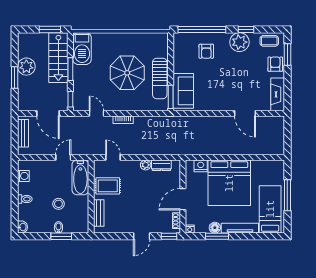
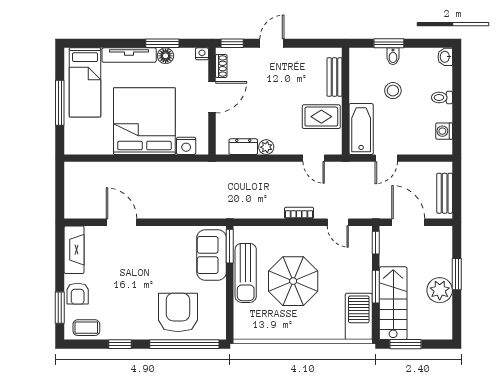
plant: (239, 42) -> (130, 326), removed
armchair: (206, 51) -> (178, 312), width x1.88, depth x1.88
sun lounger: (160, 78) -> (246, 273), turned 180

